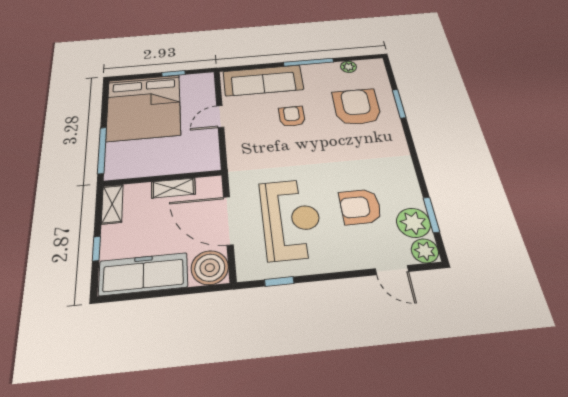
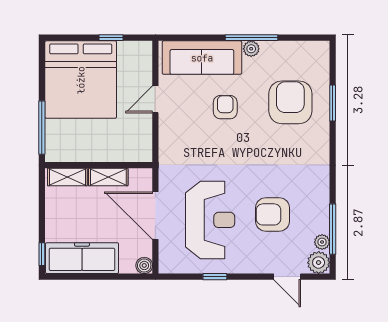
plant: (348, 67) -> (251, 49), moved
shelving: (112, 204) -> (67, 177), moved, turned 90
window: (431, 215) -> (333, 229), width x1.44
plant: (413, 223) -> (322, 242), width x0.53, depth x0.53
window: (96, 249) -> (42, 254), moved
boiler: (210, 268) -> (144, 265), width x0.54, depth x0.54
window: (279, 281) -> (215, 277), moved

